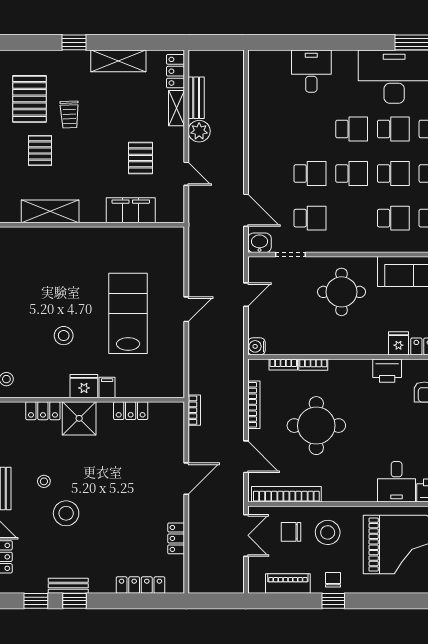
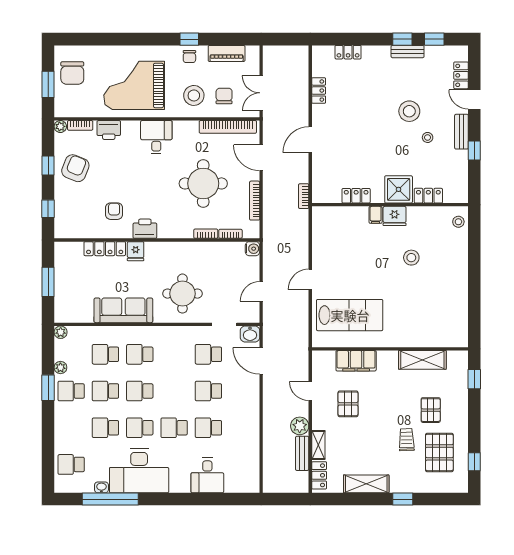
school desk: (352, 174) -> (208, 428), moved
lab bench: (128, 313) -> (350, 315), moved, turned -90
desk: (397, 482) -> (156, 137), moved
chair: (291, 532) -> (224, 96), turned -90
locker: (140, 585) -> (348, 52), width x0.66

